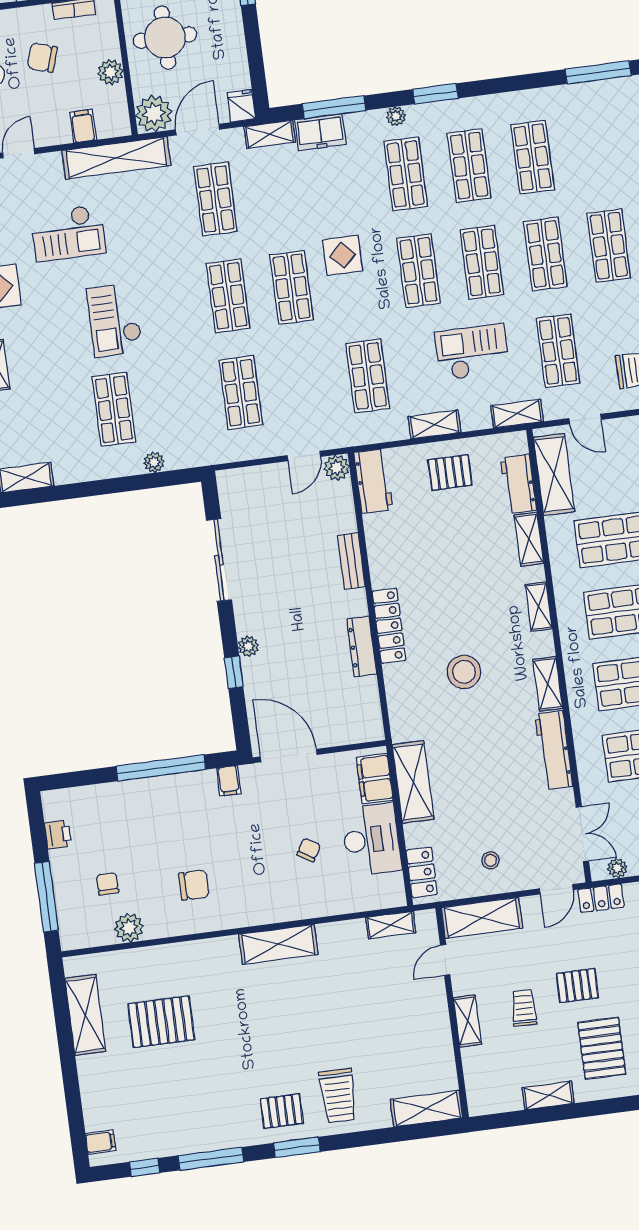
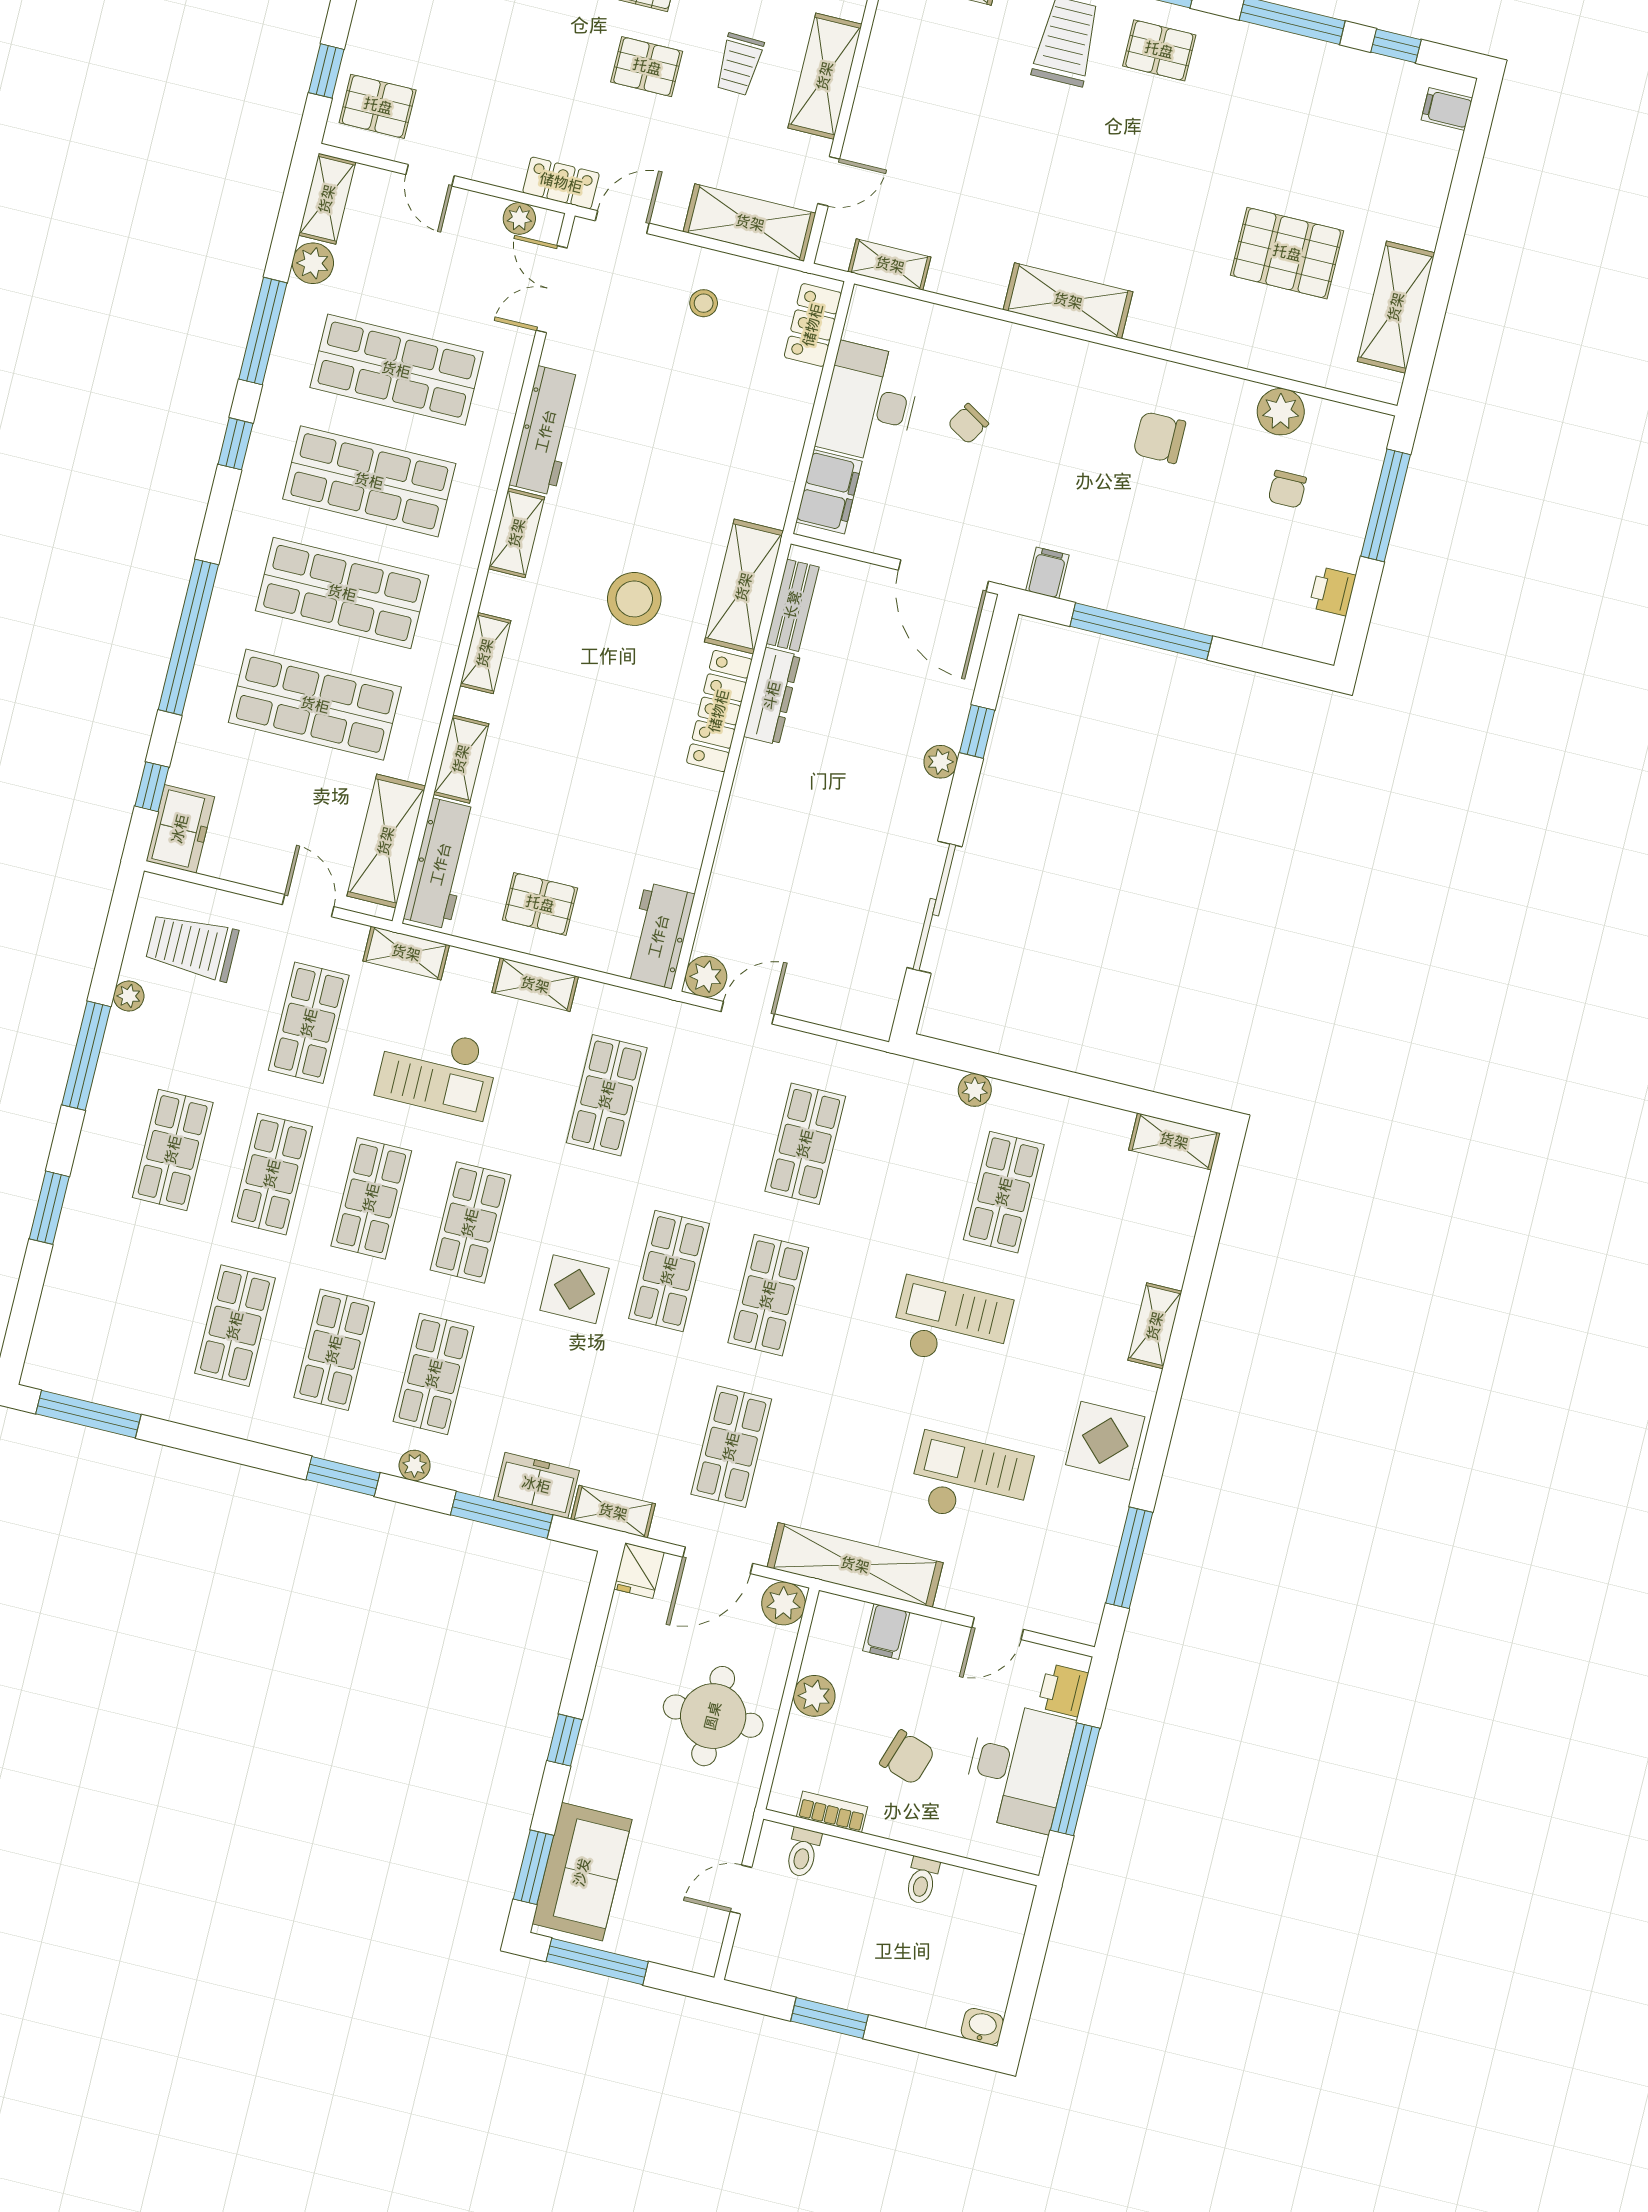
plant: (154, 114) -> (783, 1603), width x0.73, depth x0.73
checkout: (115, 320) -> (951, 1325), turned -90
workbench: (518, 484) -> (441, 864), width x1.38
bench: (351, 561) -> (793, 605), moved
shelving: (413, 782) -> (744, 587), moved
shelving: (467, 1021) -> (825, 76), width x1.50, depth x1.33

